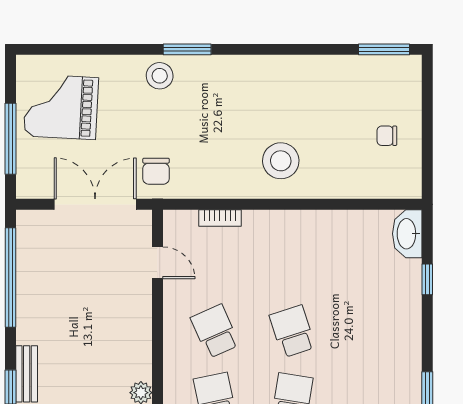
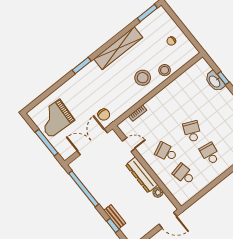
shelving: (279, 71) -> (118, 48), added
stool: (160, 76) -> (165, 70), moved
washbasin: (407, 234) -> (215, 81), moved
school desk: (292, 331) -> (192, 131), turned 42
dresser: (137, 337) -> (142, 175), added

